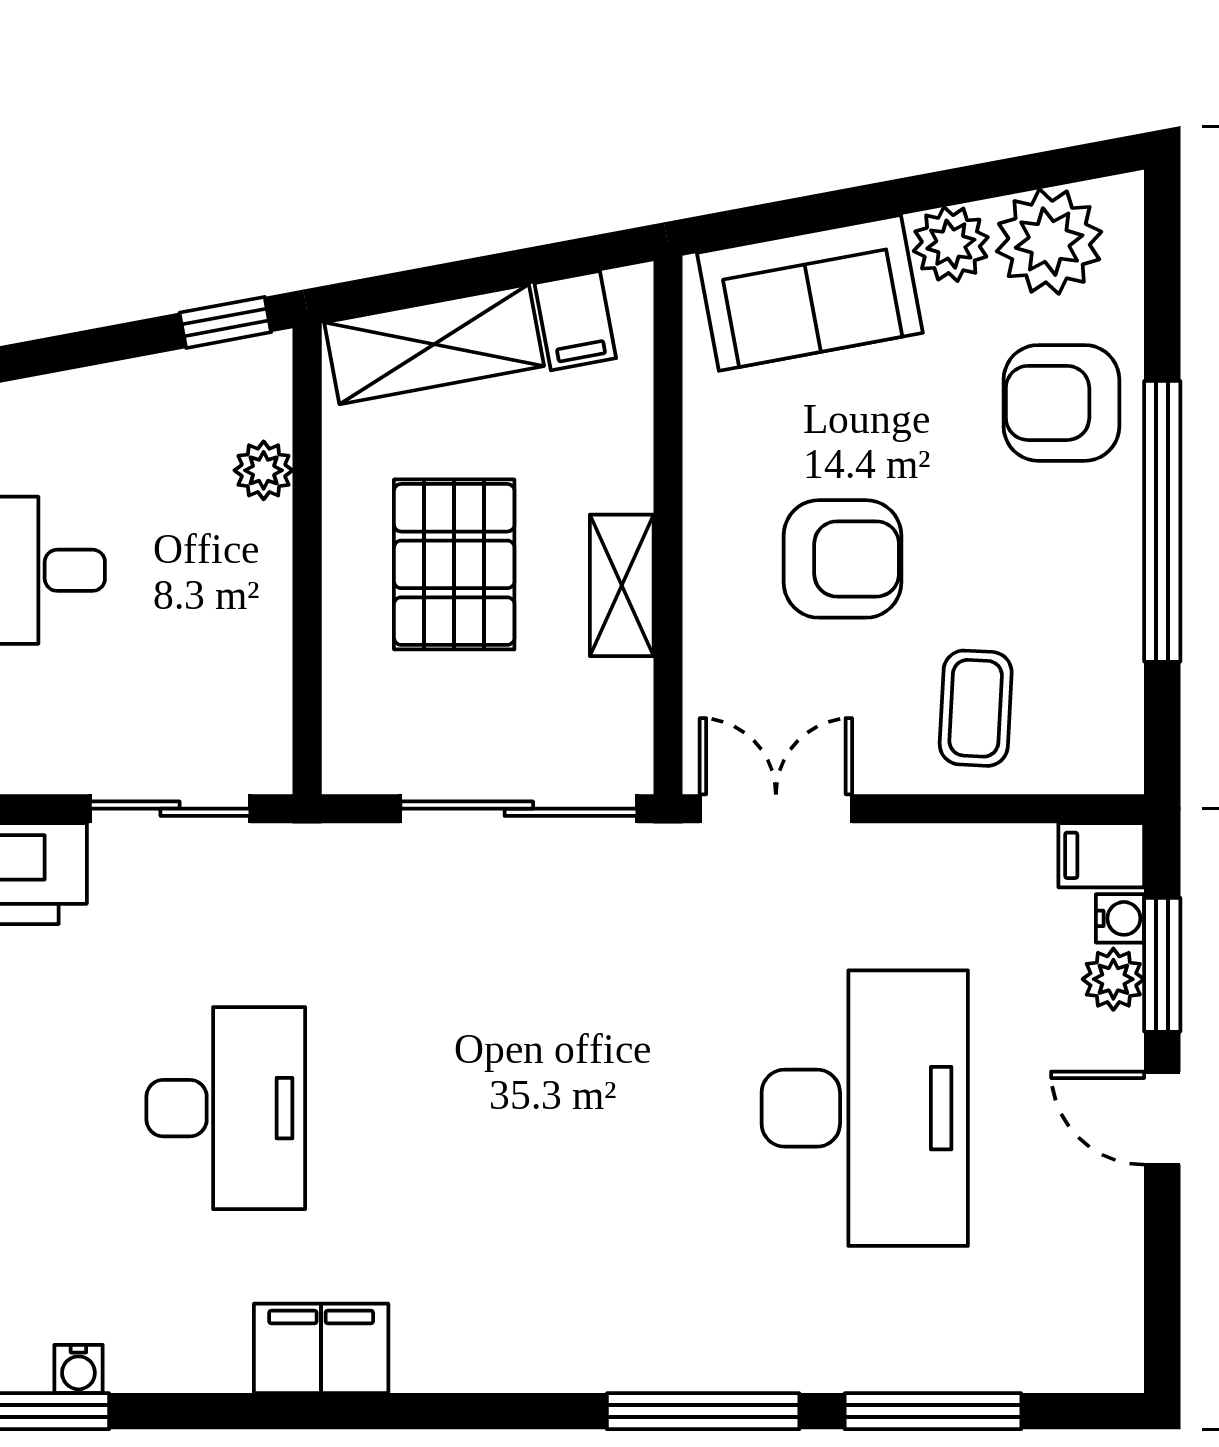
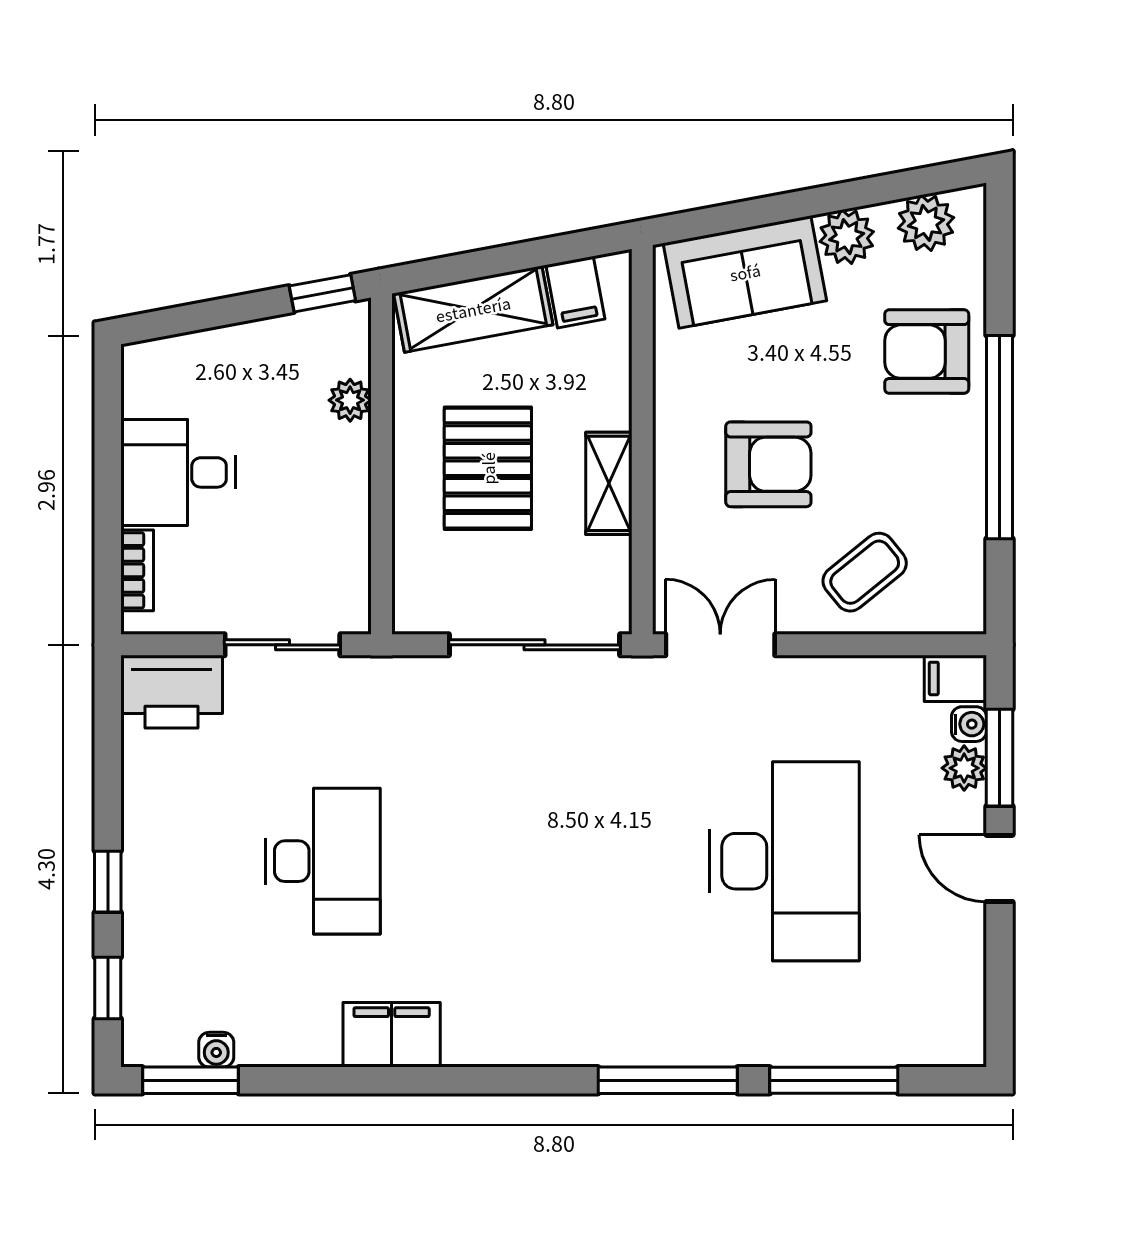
plant: (1049, 242) -> (926, 223), width x0.73, depth x0.73
coffee table: (976, 708) -> (865, 572), turned 48

